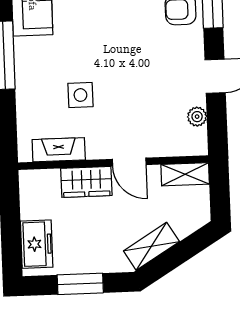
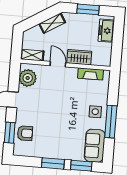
side table: (80, 95) -> (95, 112), moved
plant: (197, 117) -> (28, 78), width x1.88, depth x1.88

